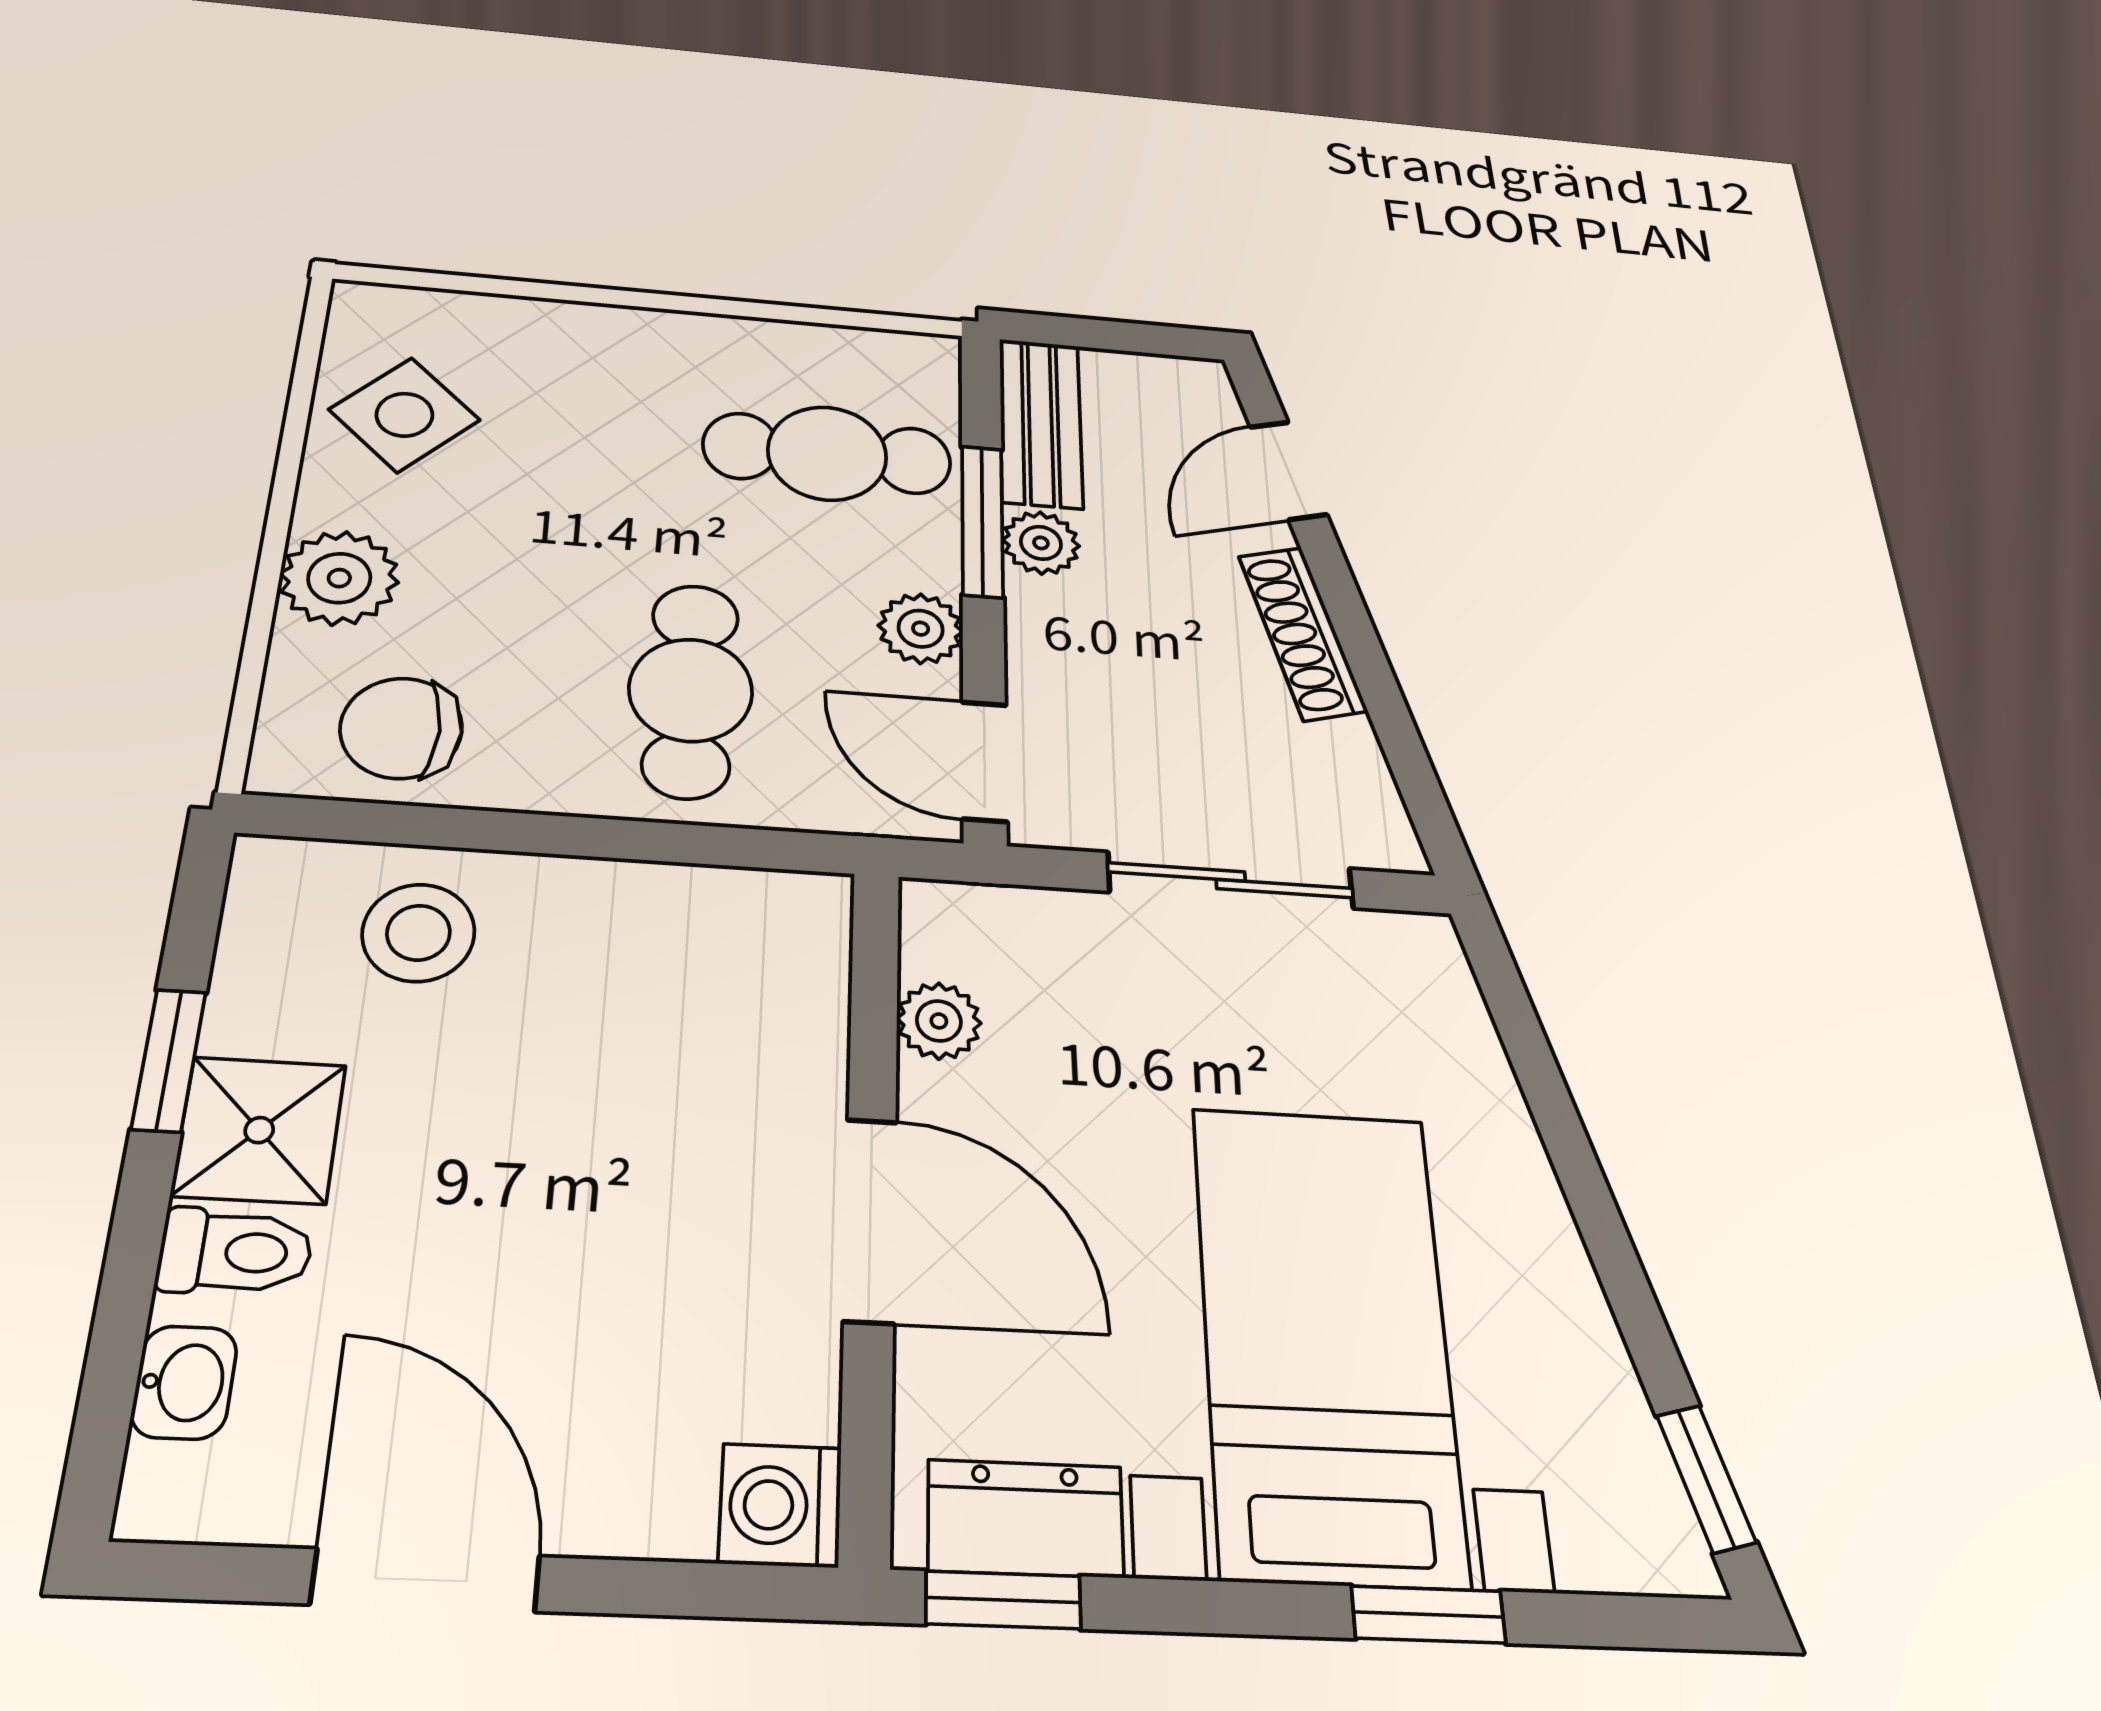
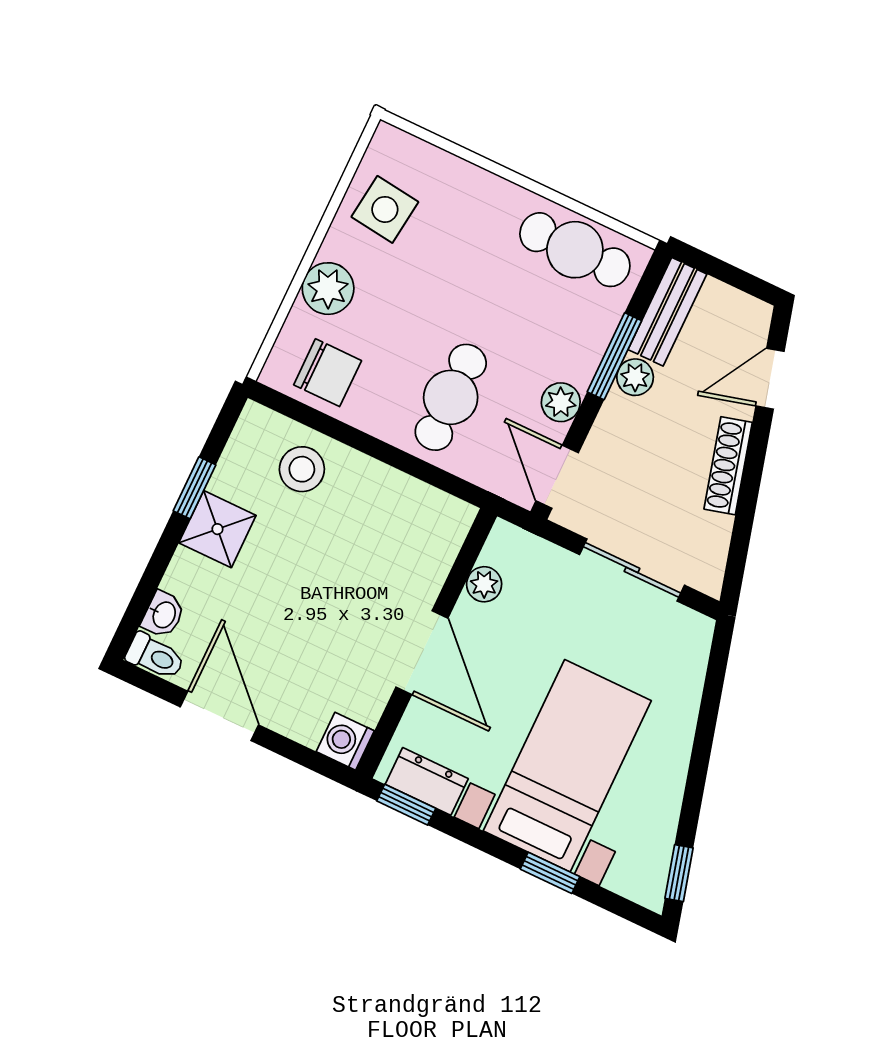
side table: (404, 415) -> (385, 209), turned -37
cafe table: (827, 453) -> (575, 250), moved
chair: (401, 728) -> (328, 373), turned 180
toilet: (235, 1252) -> (155, 656), moved

